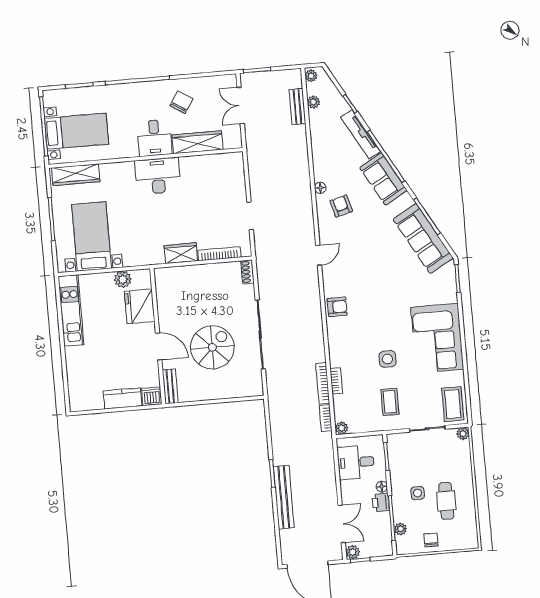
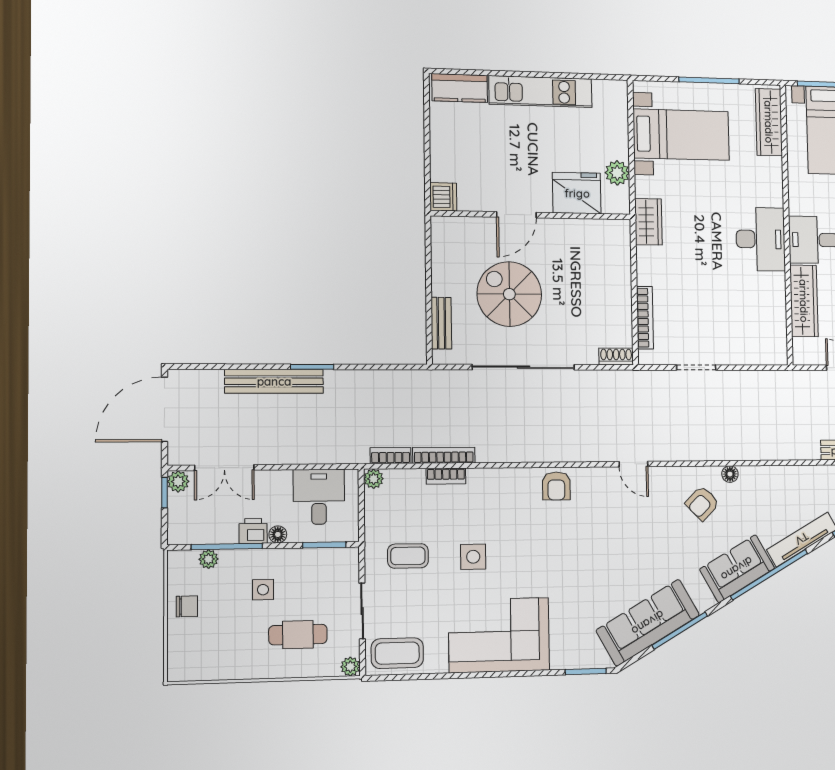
armchair: (341, 206) -> (702, 503), turned 150
wardrobe: (181, 253) -> (648, 222), moved
kitchen unit: (71, 311) -> (541, 92), moved
spiral stairs: (212, 347) -> (509, 294), turned 180
bench: (170, 386) -> (441, 323), moved, turned 90
kitchen counter: (122, 398) -> (460, 88), moved, turned 90
cafe table: (446, 501) -> (298, 635), moved

